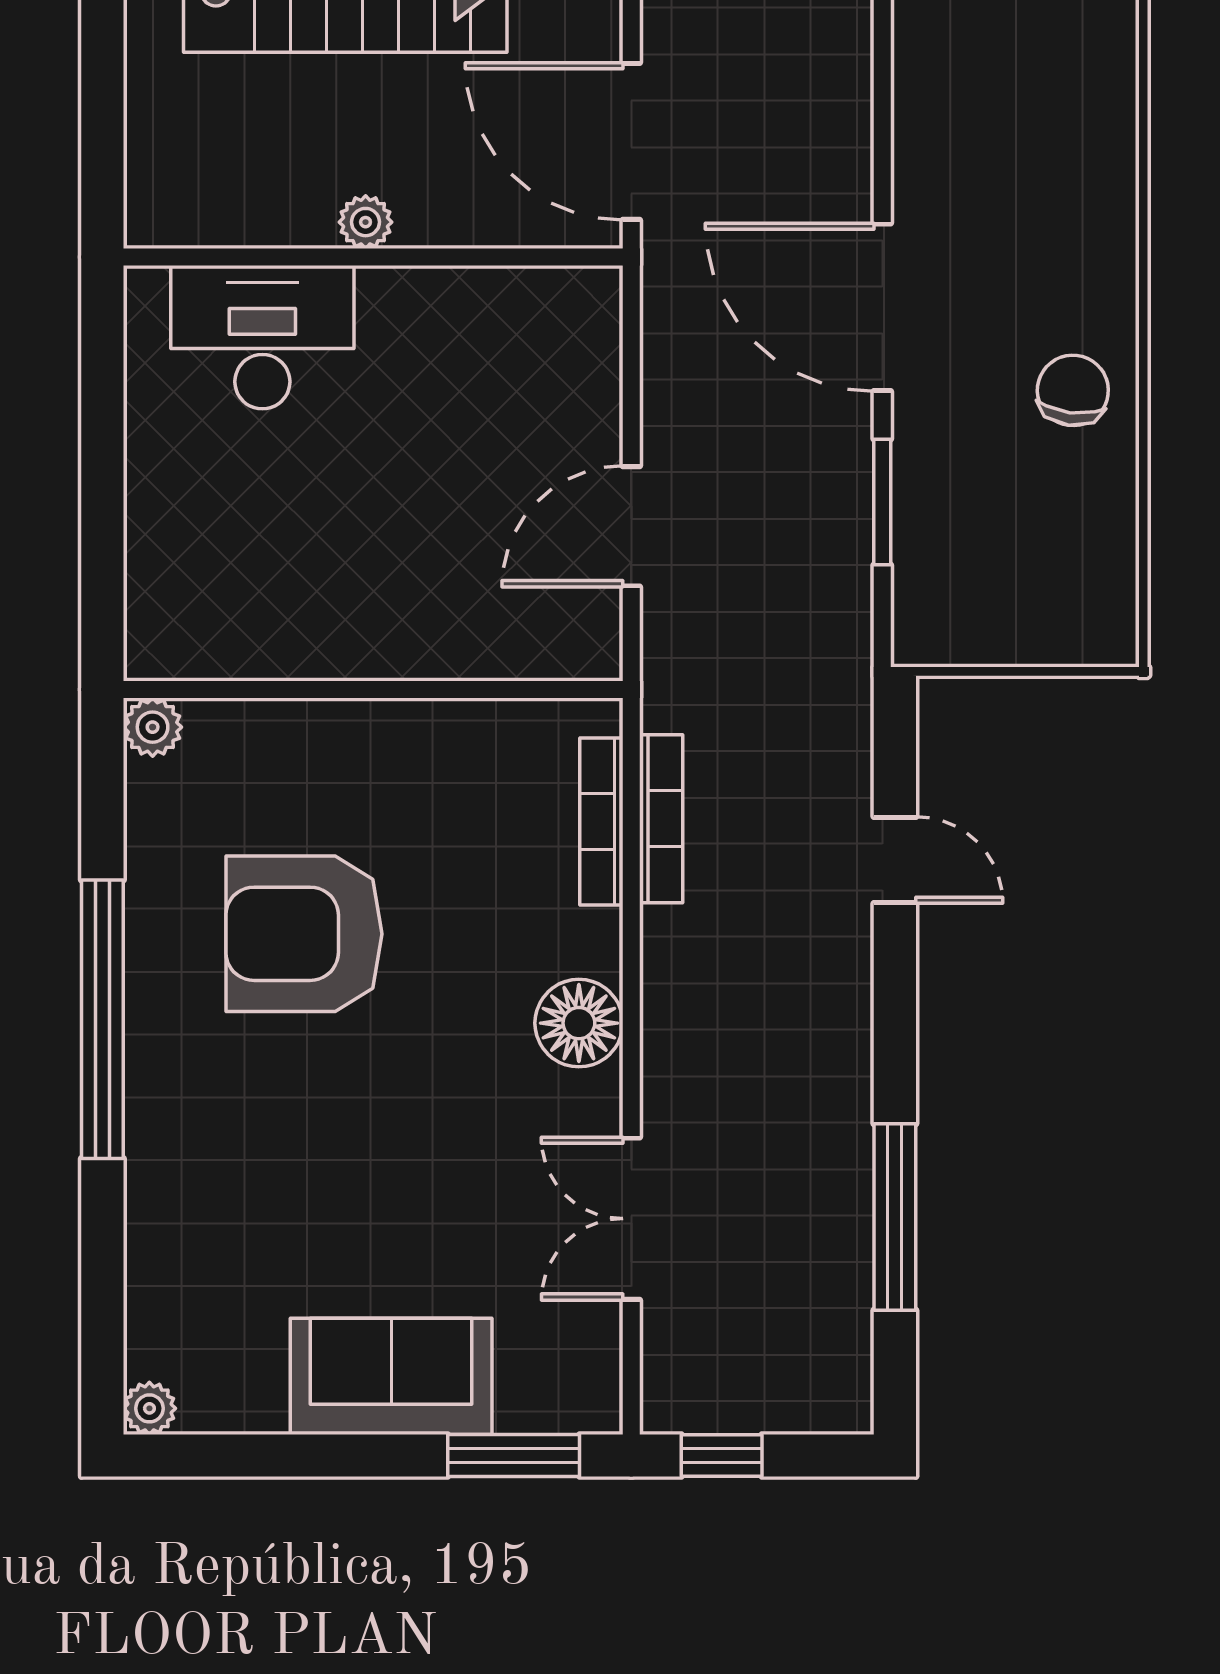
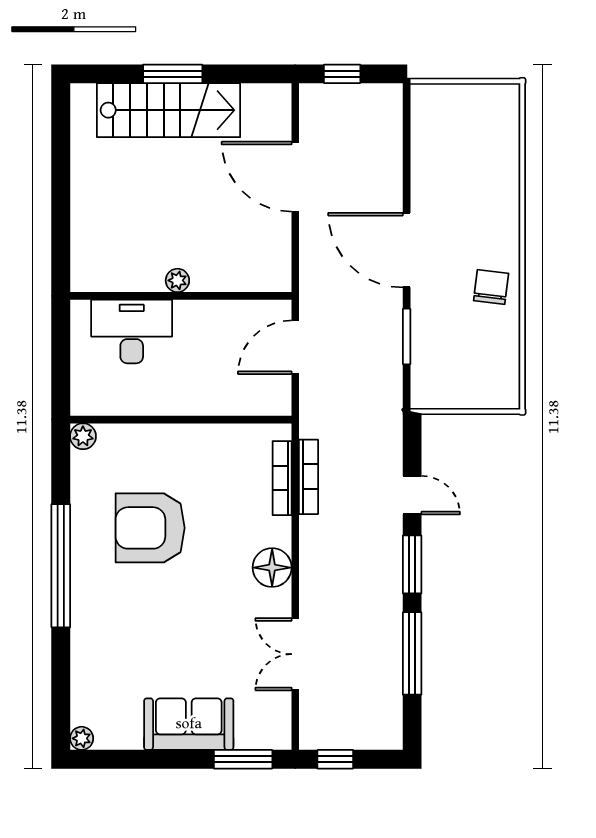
plant: (366, 222) -> (177, 280), moved
wall: (373, 257) -> (181, 296), moved
desk: (262, 337) -> (132, 331), moved
window: (895, 1016) -> (412, 564), added

